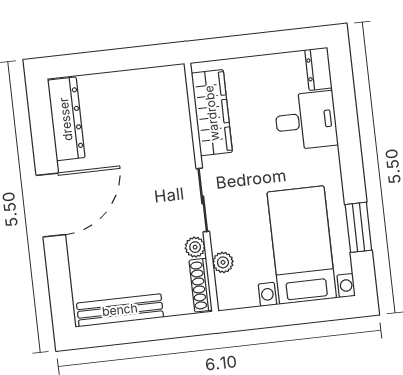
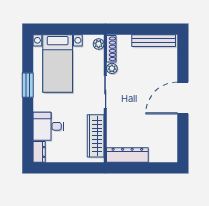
dresser: (66, 119) -> (127, 155), moved, turned 90
window: (358, 227) -> (28, 85), moved
plant: (223, 262) -> (99, 44), moved

